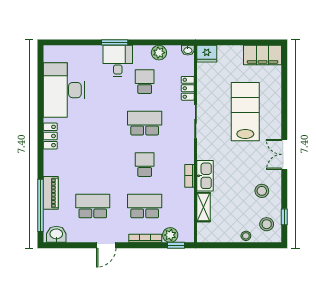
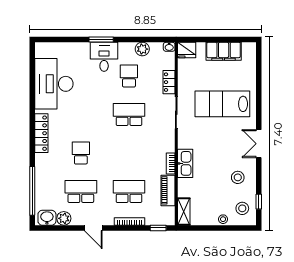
filing cabinet: (263, 55) -> (224, 51), moved
lab bench: (245, 112) -> (222, 104), turned -90
locker: (50, 136) -> (41, 133), width x1.53
school desk: (145, 165) -> (81, 153), moved
piano: (51, 193) -> (168, 190), moved, turned 180
shelving: (204, 207) -> (184, 212), moved
plant: (170, 235) -> (64, 218), moved
door: (106, 245) -> (93, 228), hinge flipped

